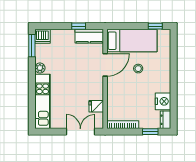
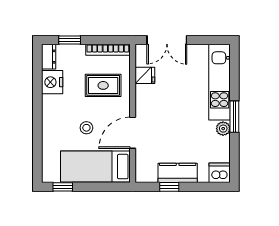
kitchen counter: (89, 36) -> (178, 173), moved
window: (32, 46) -> (234, 117), moved
rug: (126, 99) -> (103, 85), added

